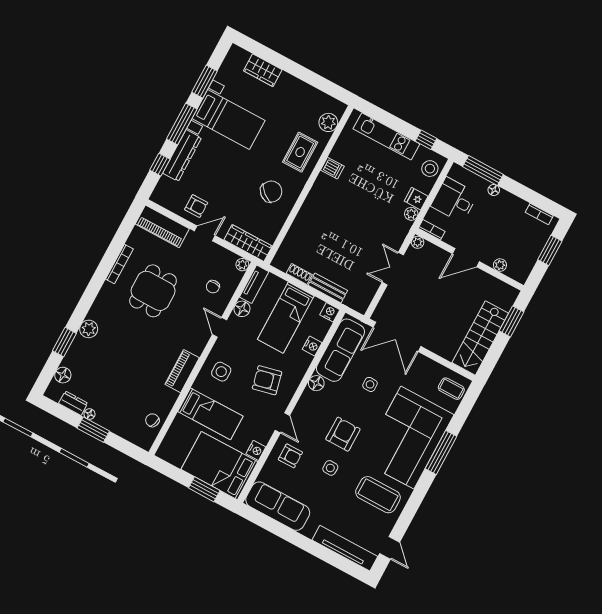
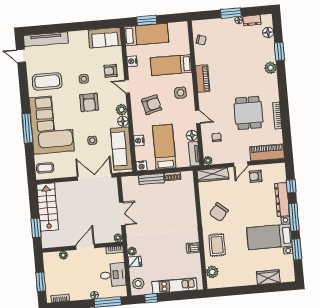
plant: (309, 399) -> (121, 110), added
bed: (219, 466) -> (146, 34), width x0.67
sofa: (278, 506) -> (105, 38), width x0.73

